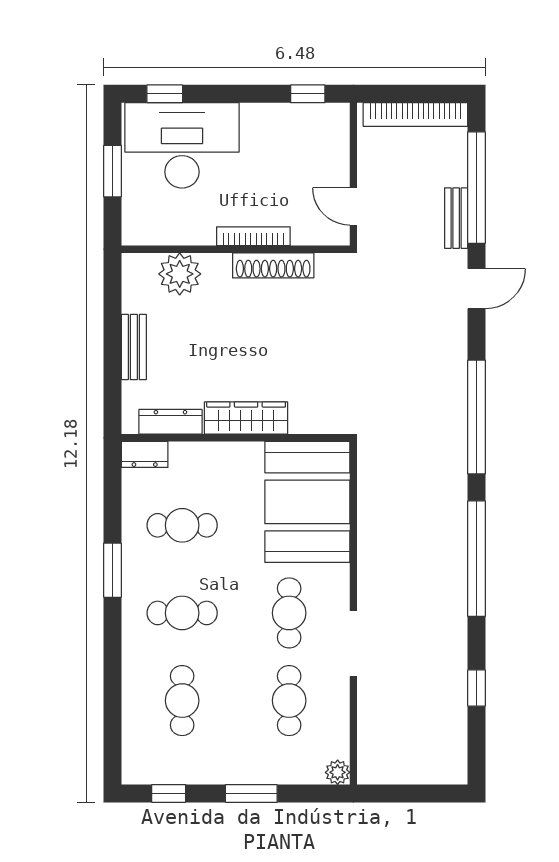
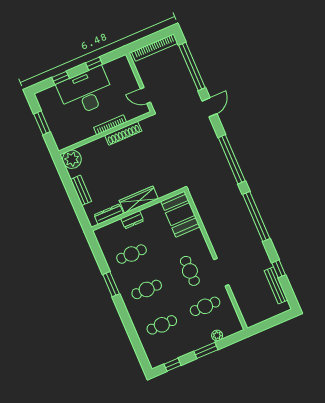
window: (165, 94) -> (61, 78), moved
window: (308, 94) -> (94, 64), moved
desk: (182, 145) -> (86, 92), moved
bench: (456, 218) -> (276, 285), moved, width x1.36
plant: (180, 274) -> (72, 159), moved
dresser: (145, 454) -> (132, 220), moved
booth: (307, 502) -> (180, 214), width x0.73, depth x0.70
cafe table: (182, 701) -> (162, 325), turned 90
cafe table: (289, 701) -> (205, 306), turned 90
plant: (338, 772) -> (217, 335), moved

